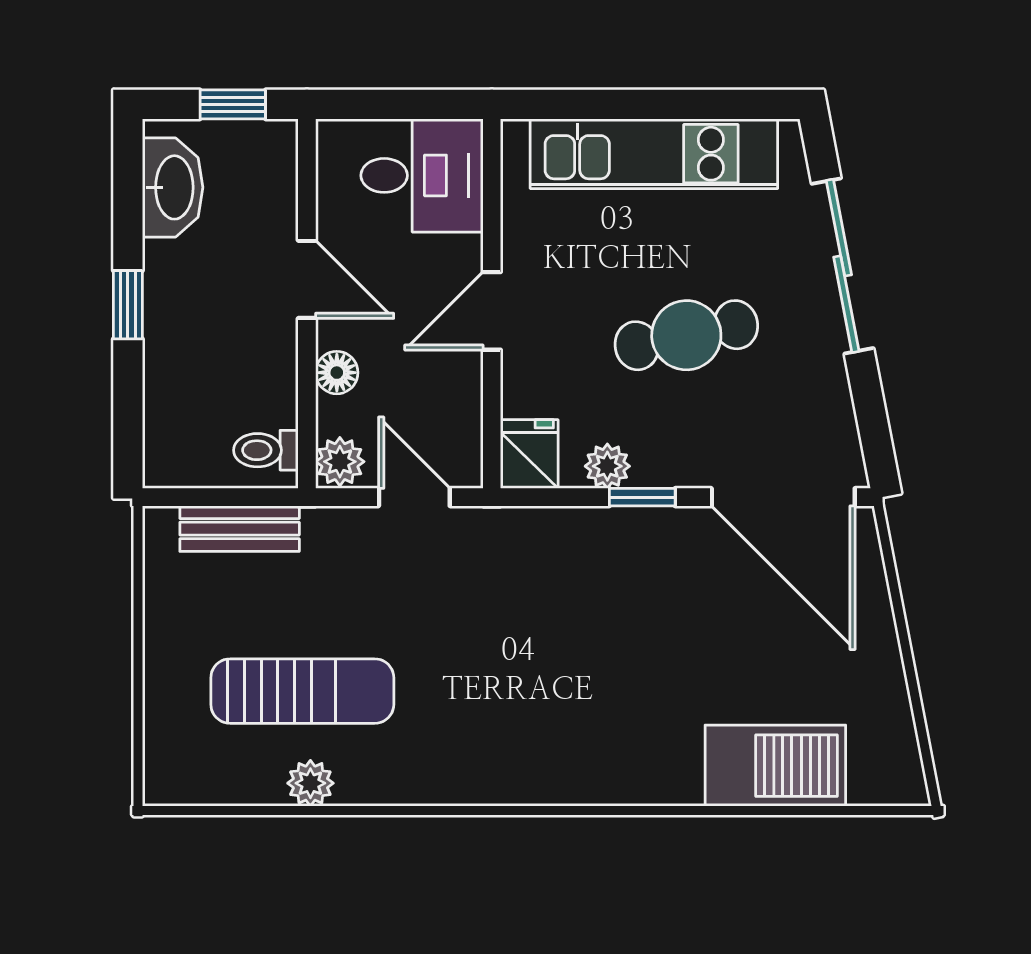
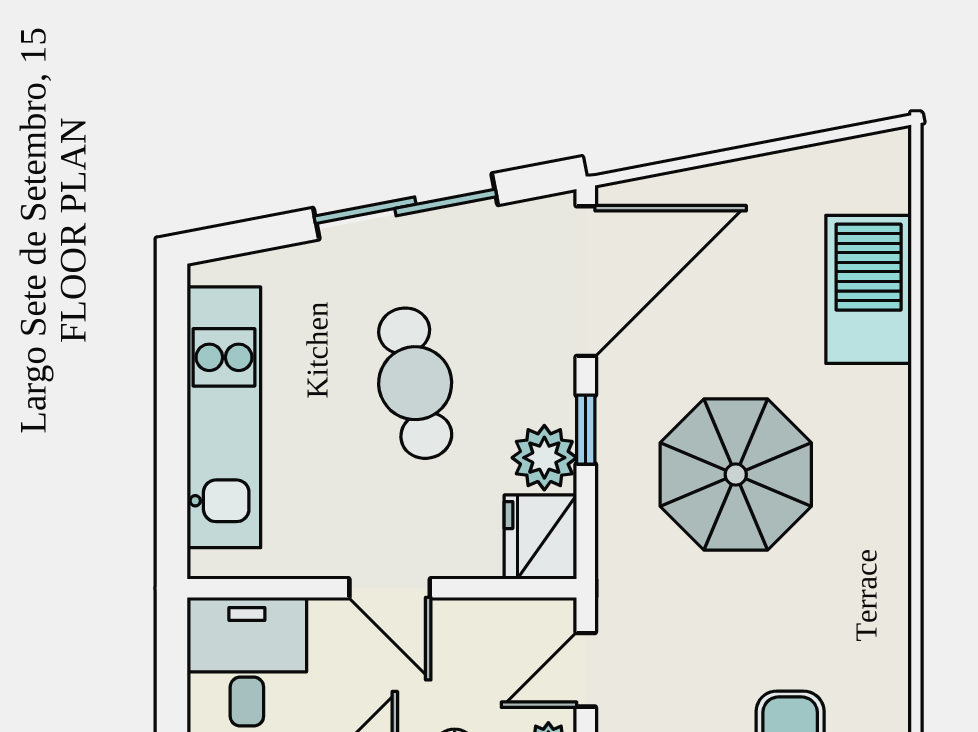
sliding door: (843, 266) -> (405, 206), moved
fridge: (529, 454) -> (540, 537), width x1.38
plant: (607, 466) -> (544, 458), width x1.38, depth x1.38
parasol: (600, 640) -> (736, 474), added

